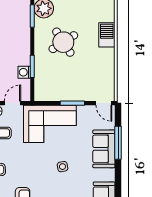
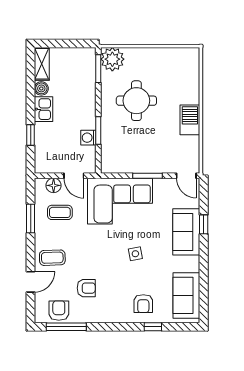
barbecue: (107, 35) -> (190, 120), moved
round table: (63, 42) -> (136, 101), turned 33
door: (13, 103) -> (74, 176), swing flipped
window: (118, 143) -> (204, 224), width x0.46

